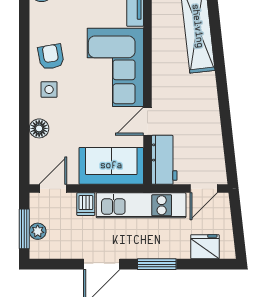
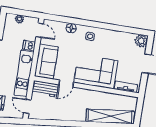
armchair: (51, 57) -> (106, 40), removed
door: (147, 121) -> (66, 83), swing flipped
window: (24, 229) -> (22, 12), removed

